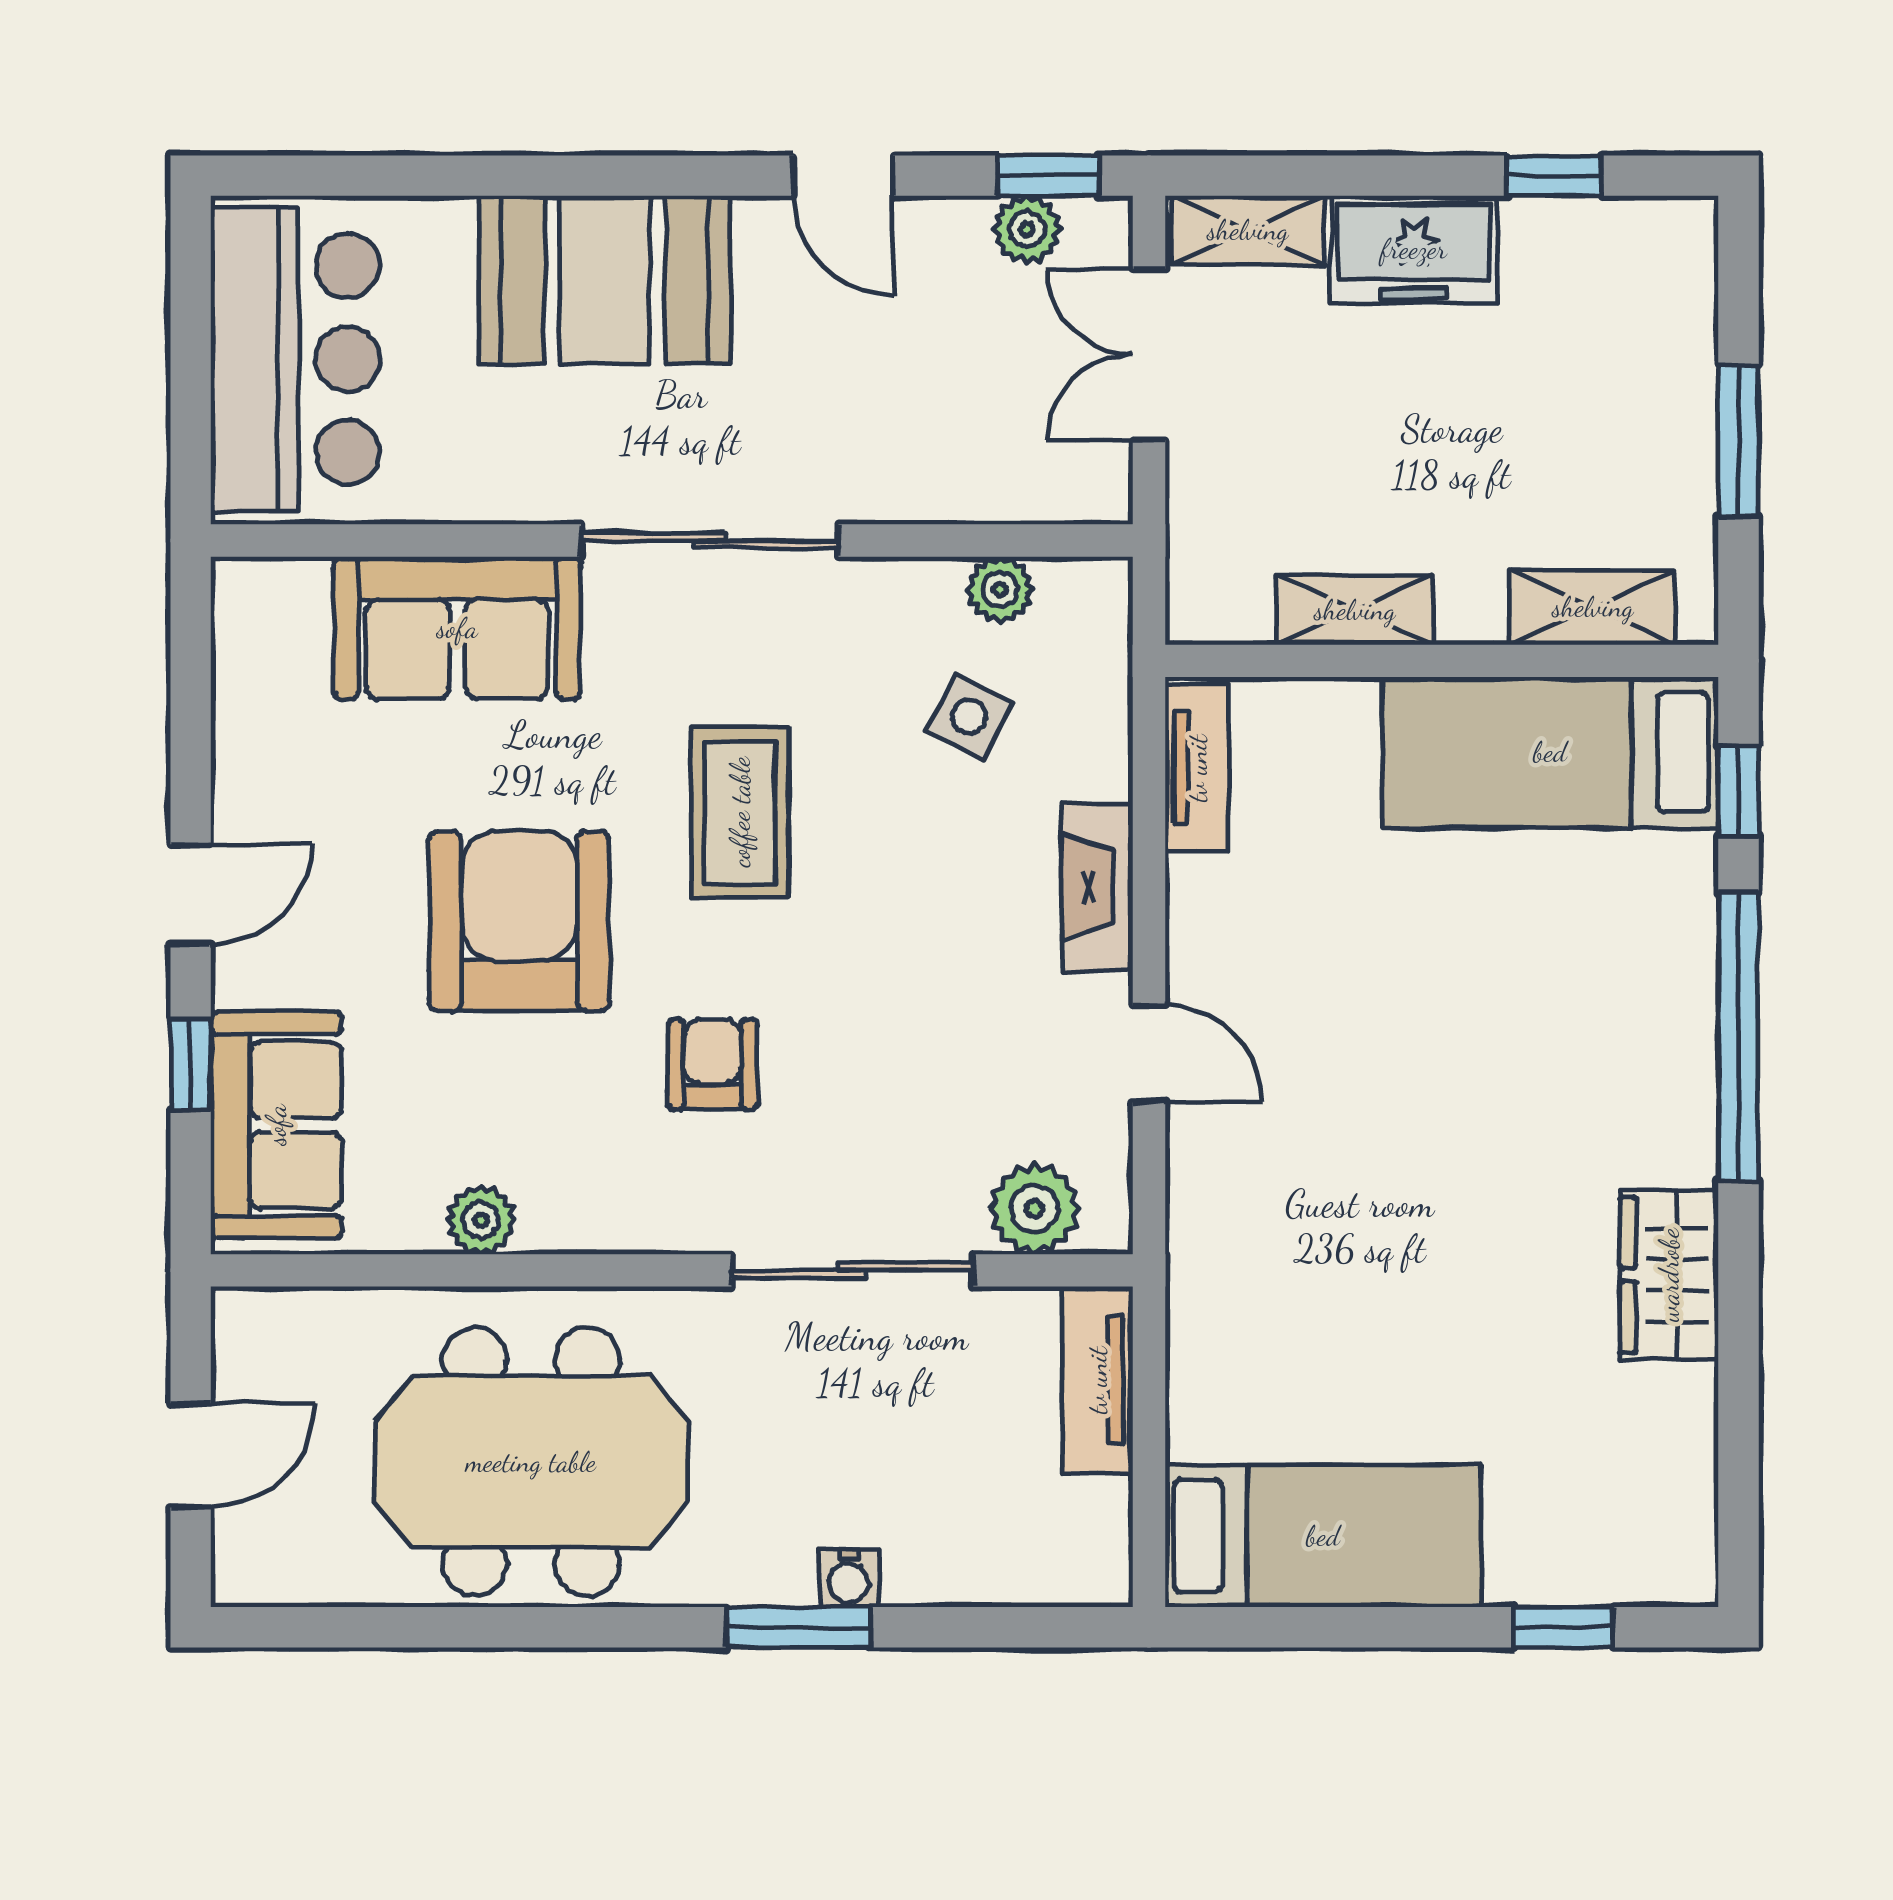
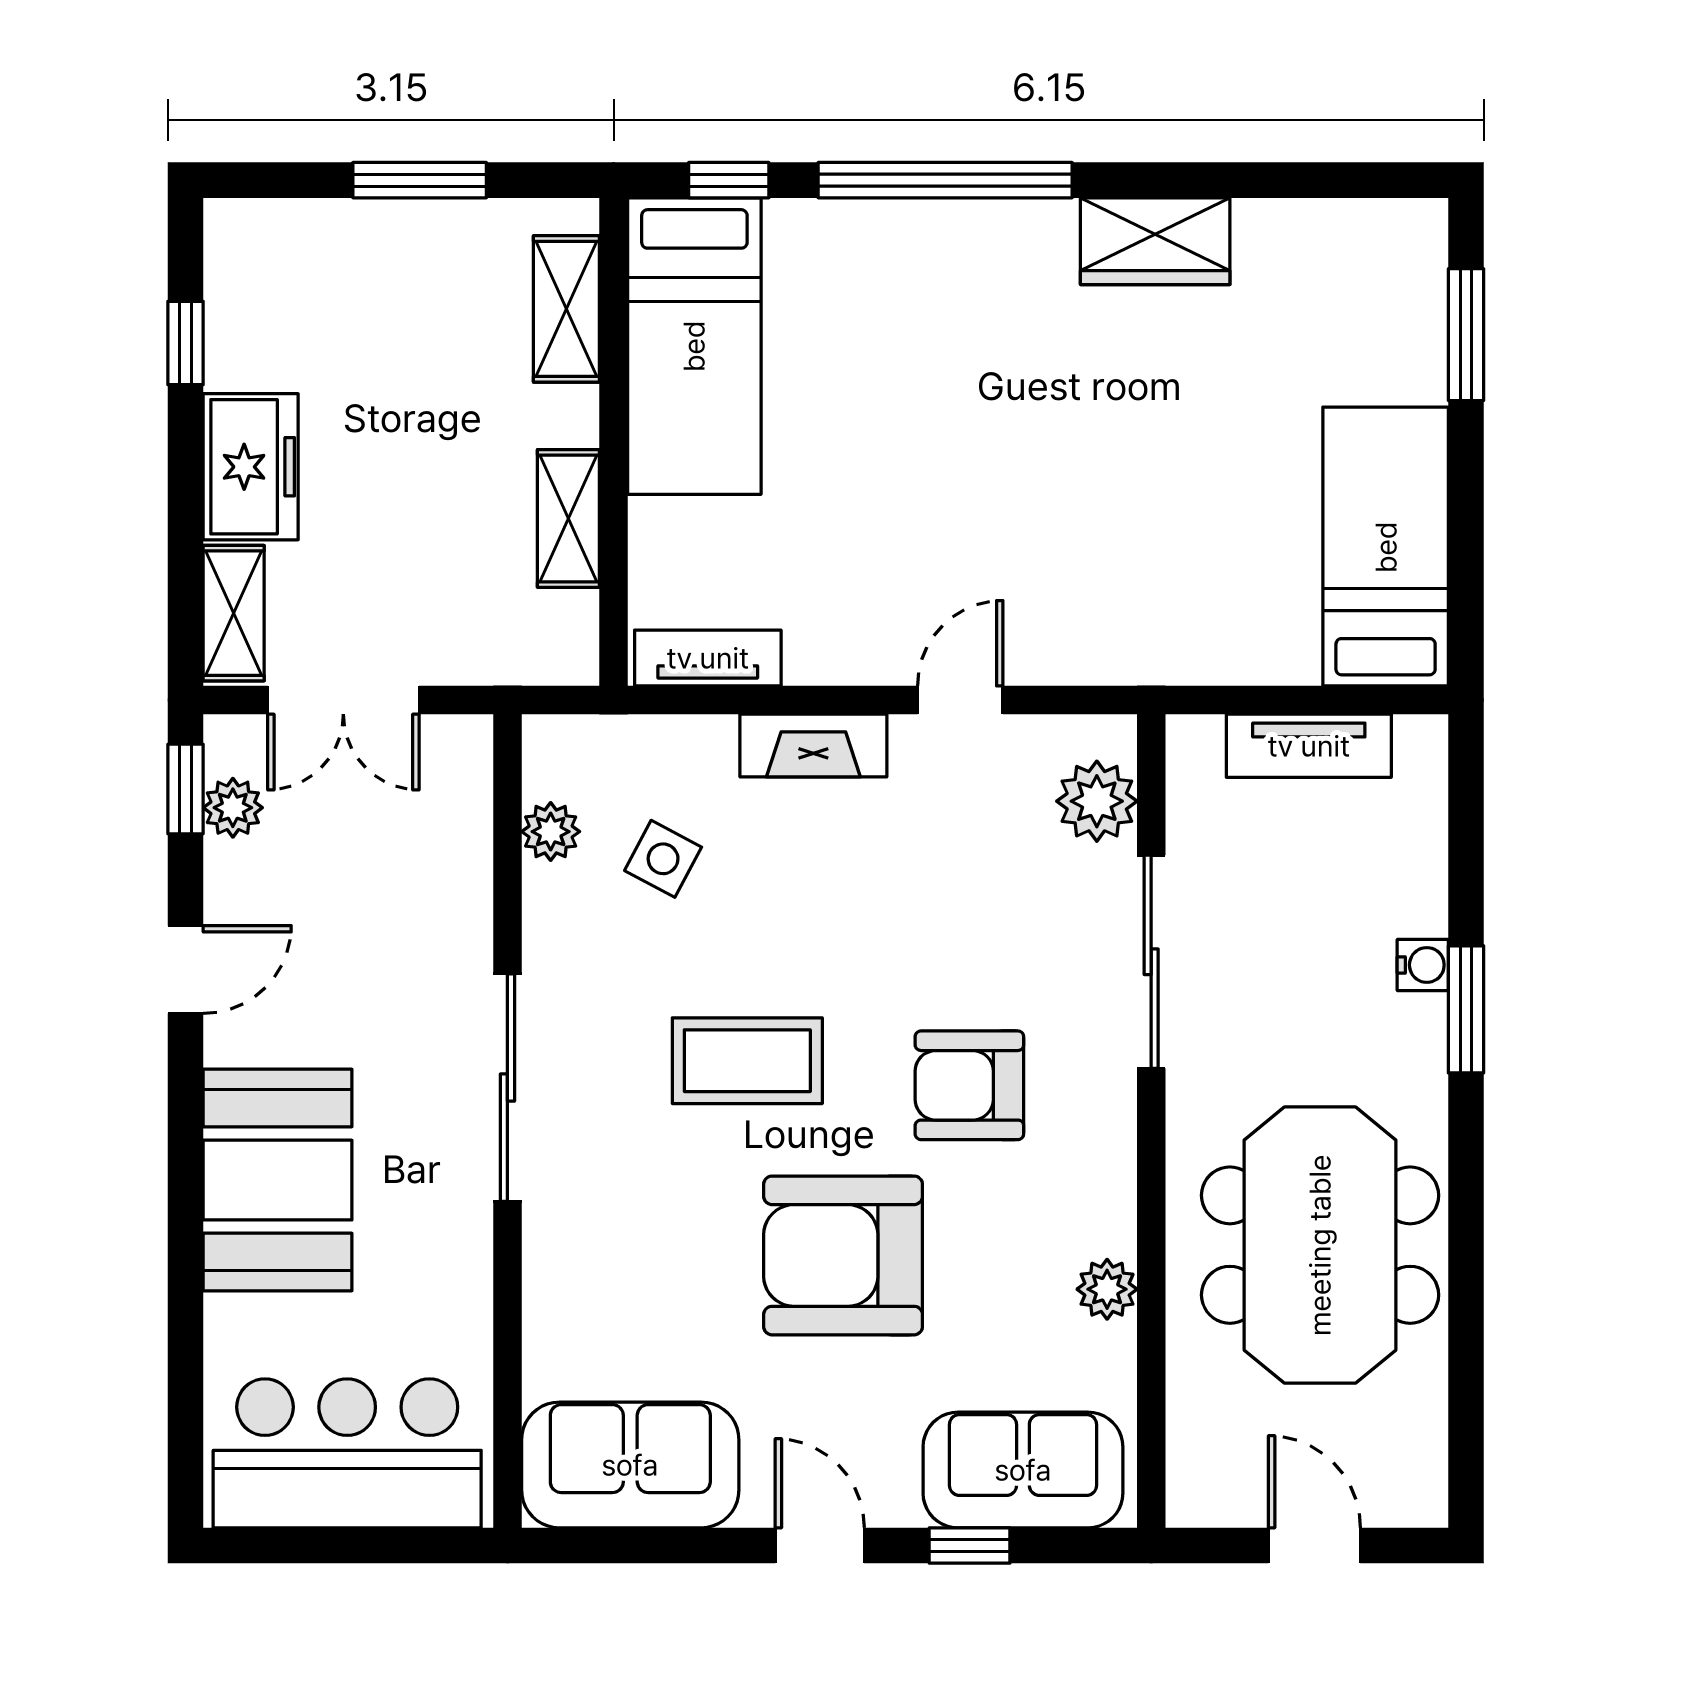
sofa: (457, 628) -> (630, 1465), moved, turned -90
armchair: (712, 1064) -> (969, 1085), width x1.38, depth x1.38
tv unit: (1097, 1380) -> (1309, 746), moved
window: (1563, 1627) -> (1466, 335), width x1.50

